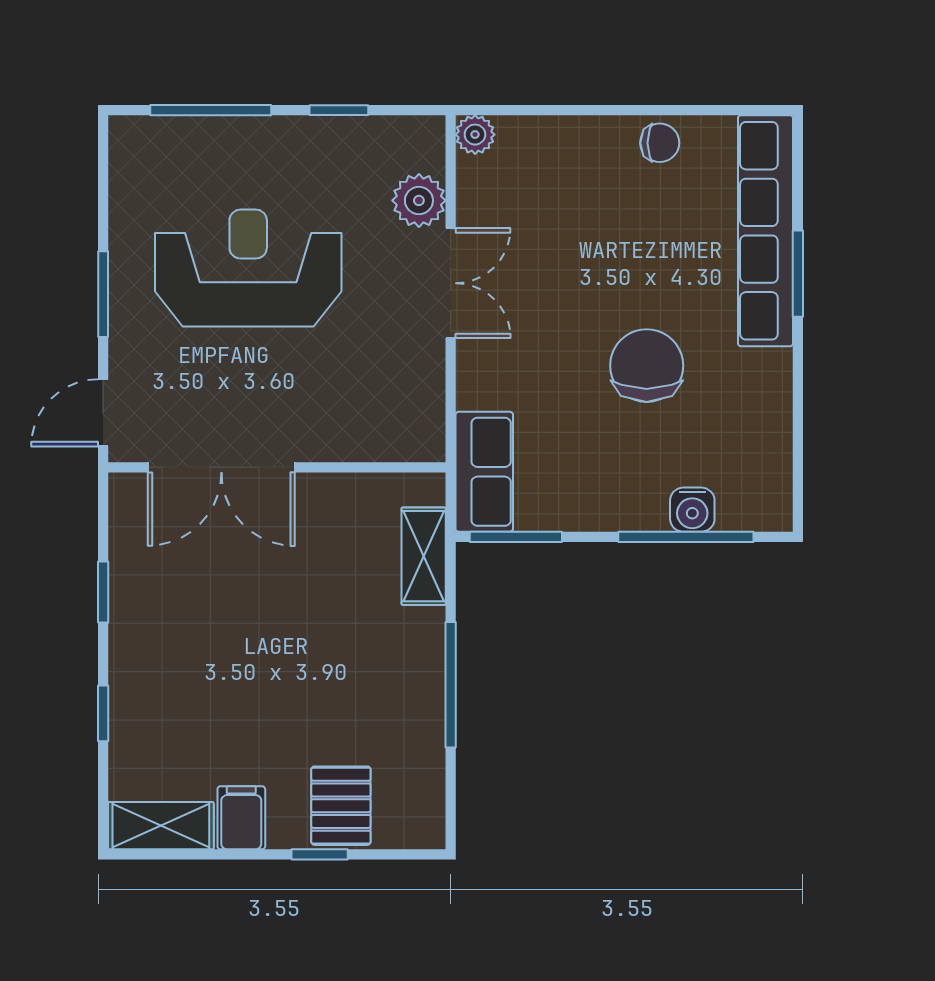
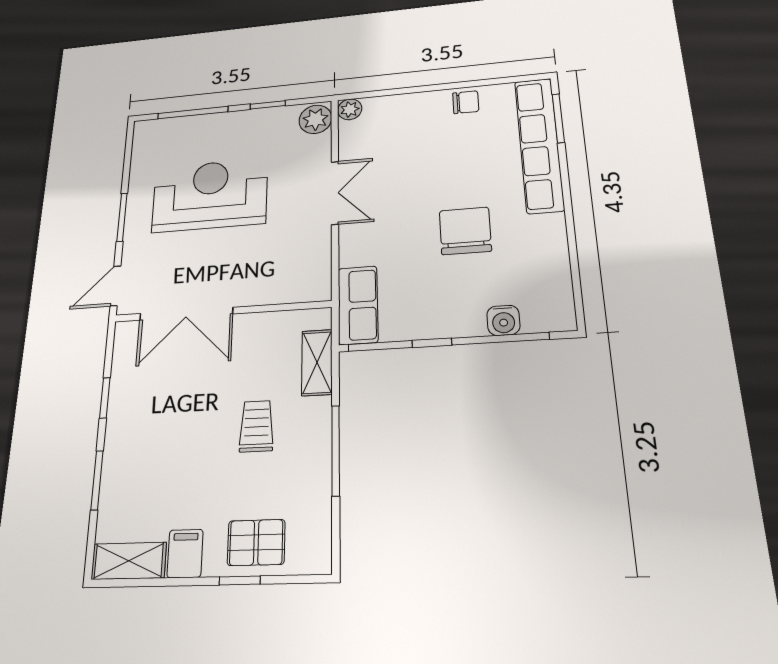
plant: (419, 200) -> (315, 119), moved
window: (798, 274) -> (558, 118), moved
trolley: (336, 646) -> (257, 426), added
window: (103, 713) -> (97, 480), width x1.50
pallet: (341, 806) -> (256, 542), turned 90

